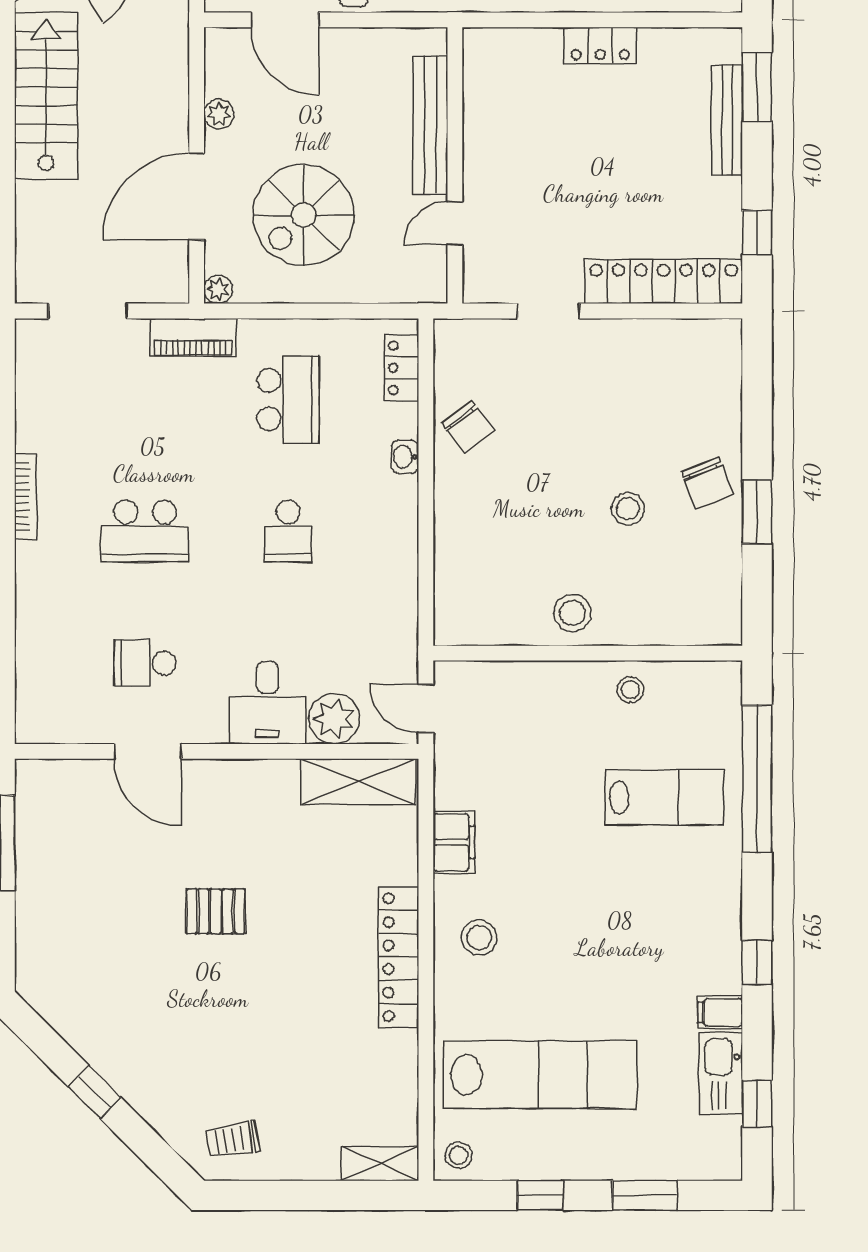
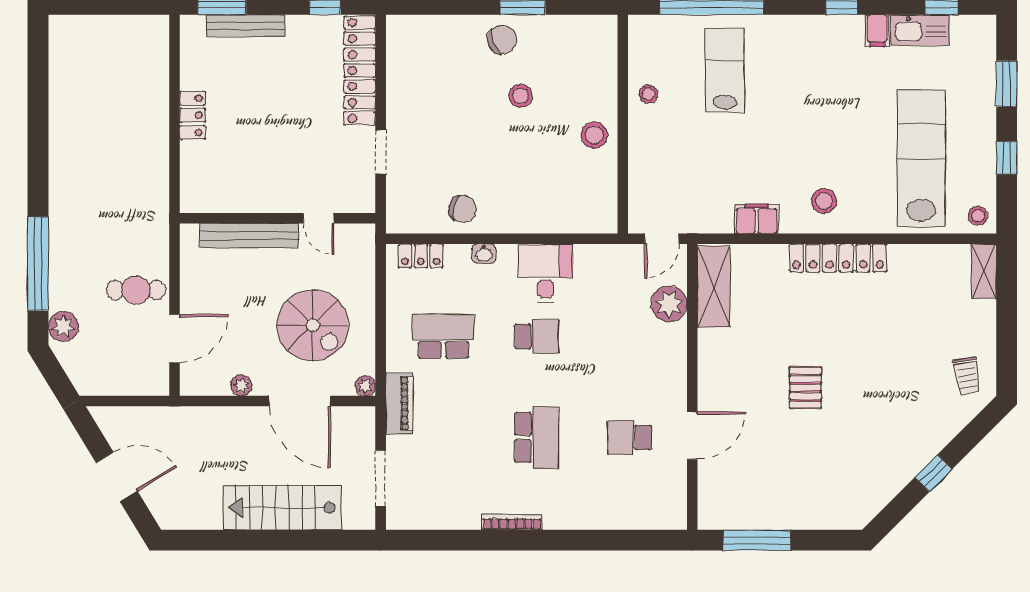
stairs: (46, 96) -> (282, 508), moved
chair: (468, 427) -> (463, 209), turned 49
school desk: (145, 663) -> (630, 438), turned 90
desk: (268, 703) -> (546, 273), moved, turned -90

